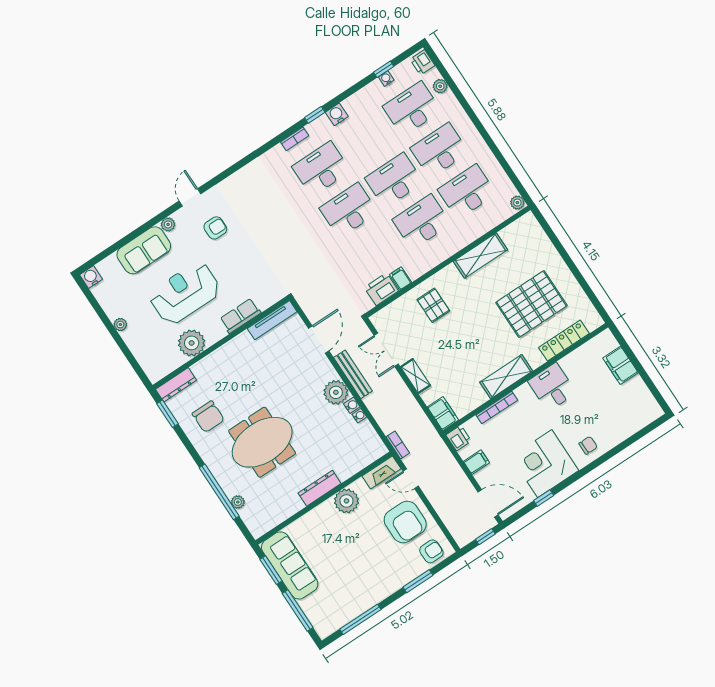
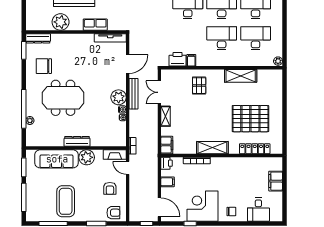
desk: (552, 387) -> (258, 210), moved, turned 180
chair: (208, 417) -> (44, 66), turned 90
armchair: (405, 522) -> (110, 188), width x0.53, depth x0.53
sofa: (290, 565) -> (57, 159), moved, turned 90
coffee table: (357, 578) -> (66, 201), added

